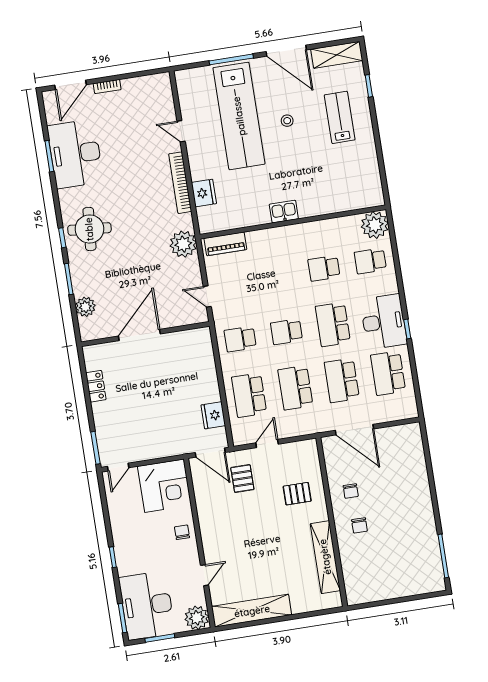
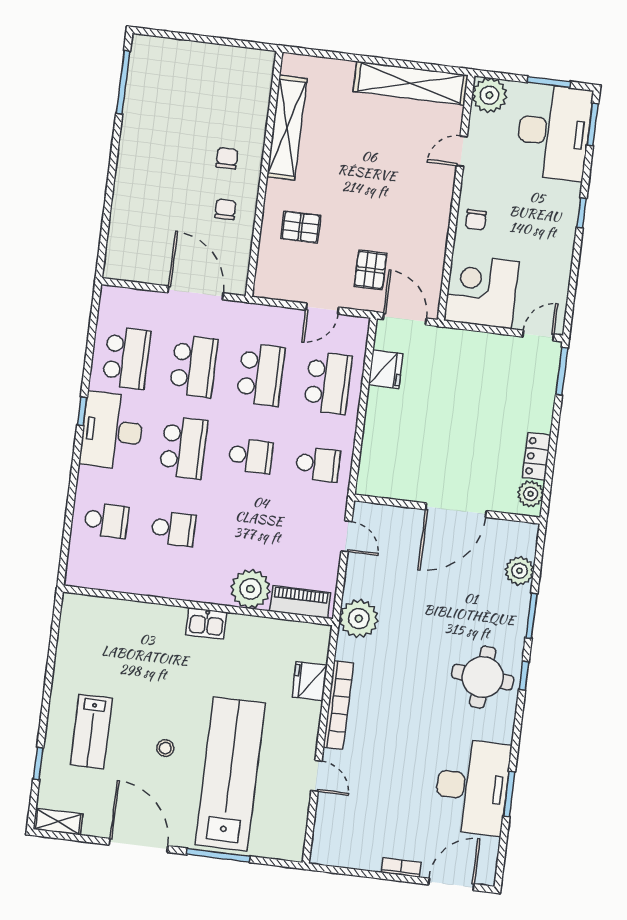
shelving: (337, 55) -> (58, 822), width x0.67, depth x0.75
plant: (375, 225) -> (250, 589), moved
plant: (93, 360) -> (530, 494), added

